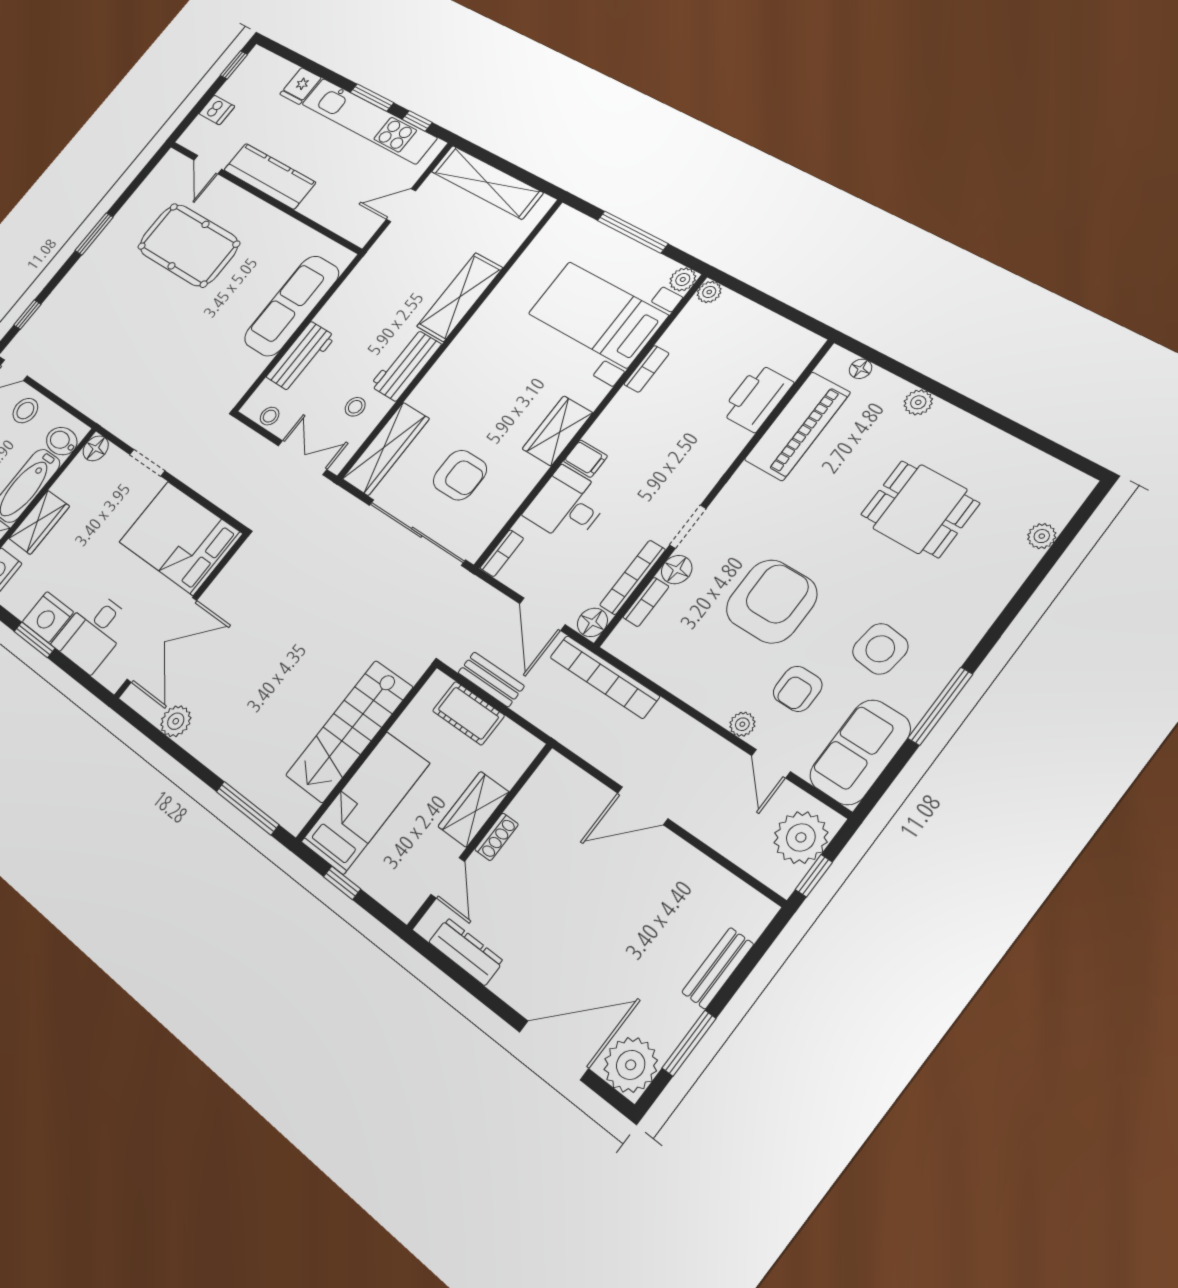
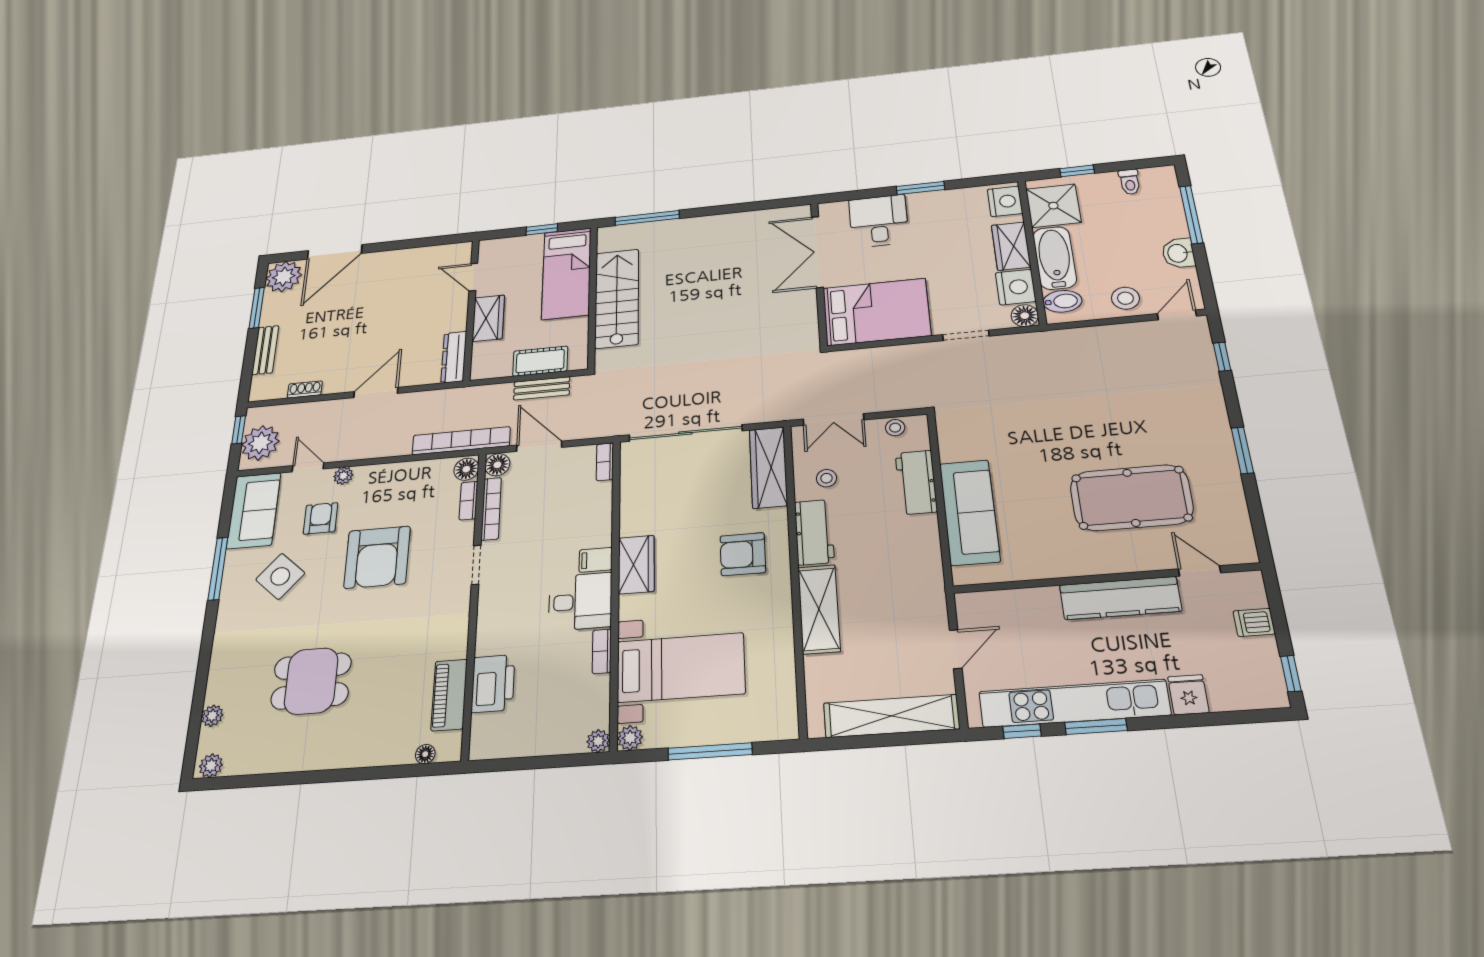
plant: (918, 402) -> (211, 766), moved
piano: (797, 426) -> (449, 695), width x0.73, depth x0.75
armchair: (460, 475) -> (743, 554), moved
desk: (567, 505) -> (580, 602), moved
floor lamp: (677, 570) -> (466, 469), moved
nightstand: (48, 617) -> (1016, 287), moved, turned 90
side table: (880, 649) -> (280, 576), turned 35
plant: (176, 721) -> (752, 222), removed
shoe rack: (497, 837) -> (305, 390), moved, turned 90
dresser: (466, 952) -> (454, 357), moved, turned 90

